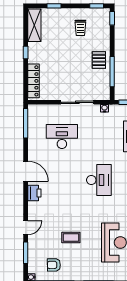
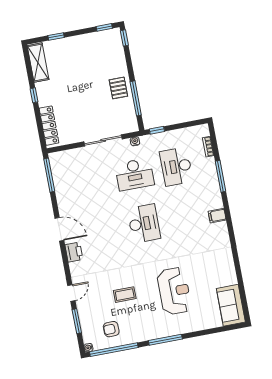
trolley: (80, 28) -> (91, 56), removed
desk: (62, 136) -> (135, 174), moved, turned 180

